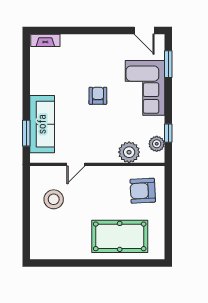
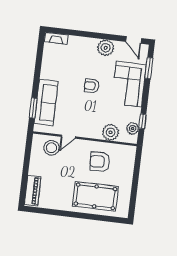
plant: (110, 45) -> (106, 48), added
armchair: (98, 96) -> (92, 86), turned -90
armchair: (143, 191) -> (100, 162), moved
stool: (54, 199) -> (52, 148), moved
piano: (39, 239) -> (33, 191), added

